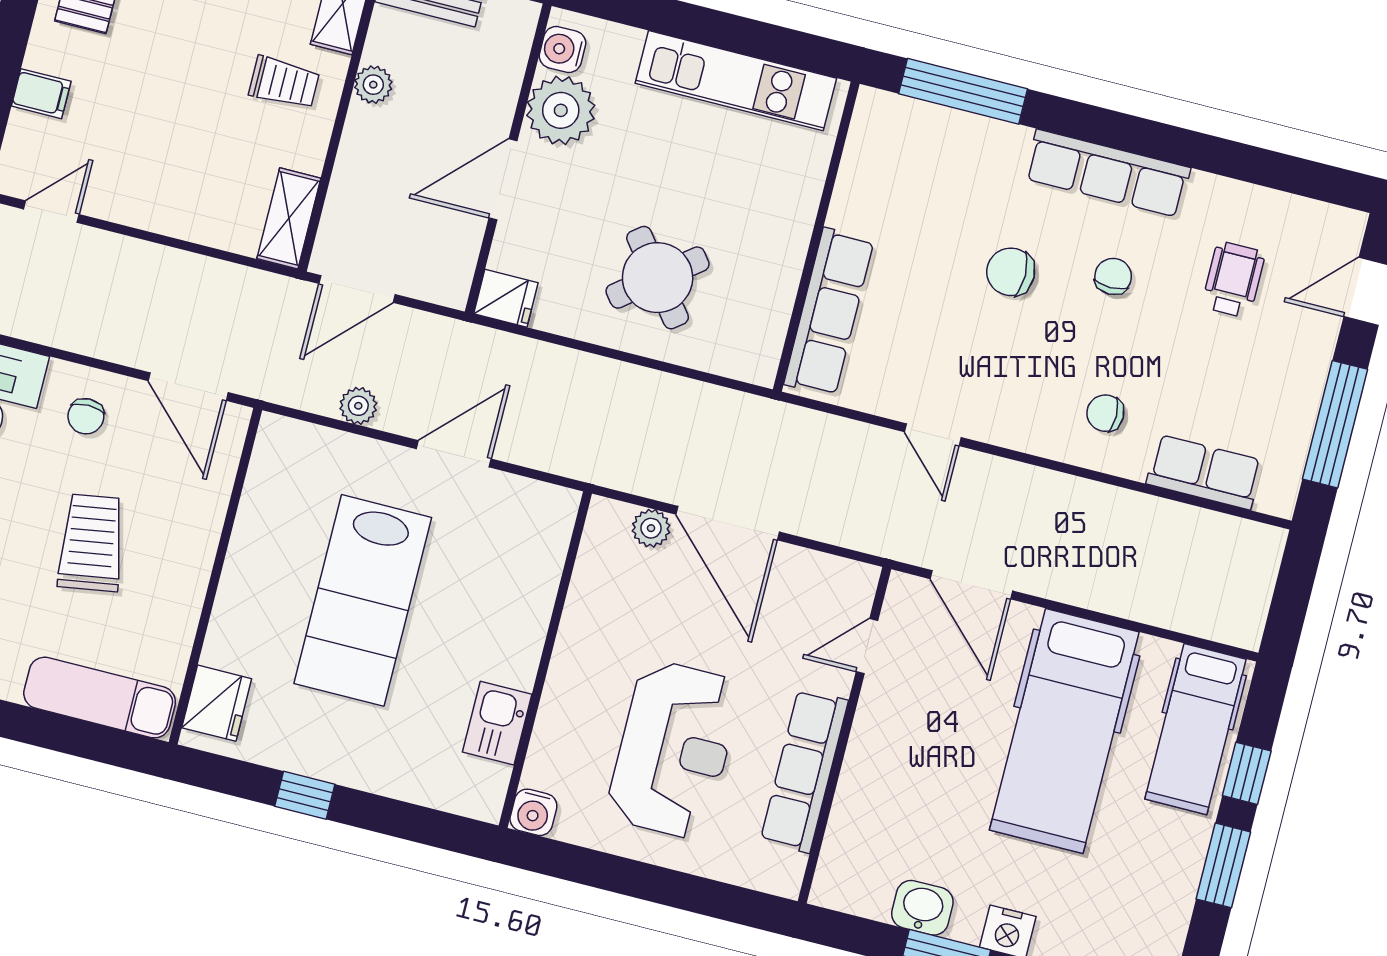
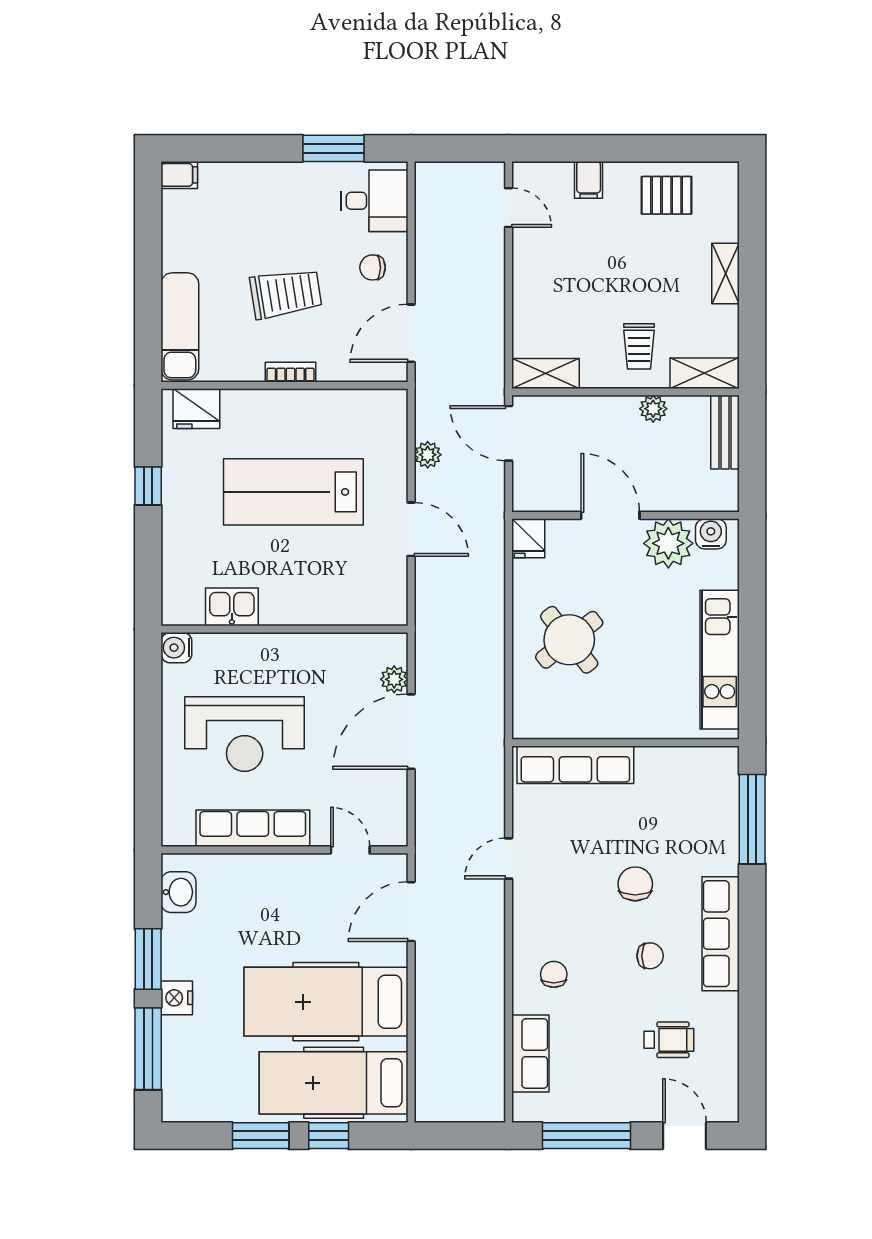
bookcase: (199, 563) -> (291, 372), added
hospital bed: (1195, 729) -> (334, 1083), width x1.37, depth x1.29
washbasin: (922, 908) -> (178, 892), moved

